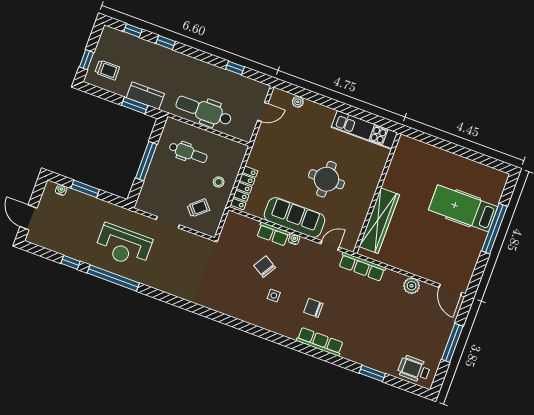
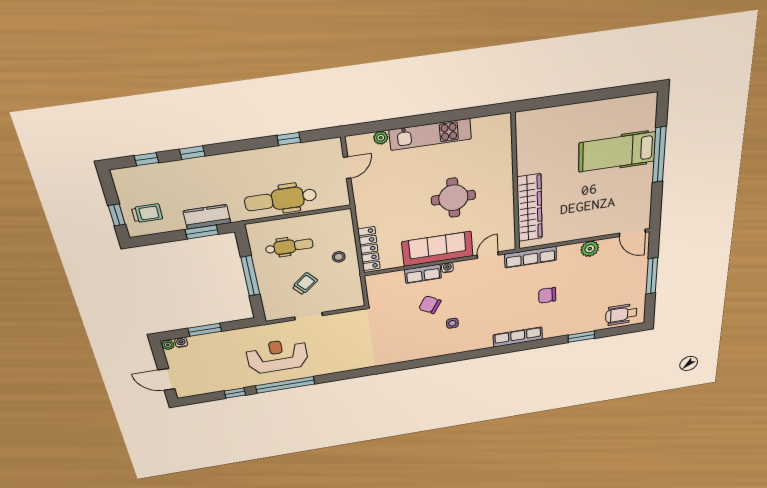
kitchen unit: (364, 130) -> (430, 135), moved
plant: (50, 186) -> (168, 345), added
trolley: (198, 208) -> (305, 284), moved
reception desk: (124, 246) -> (277, 356), turned 180
chair: (313, 308) -> (547, 295), moved

